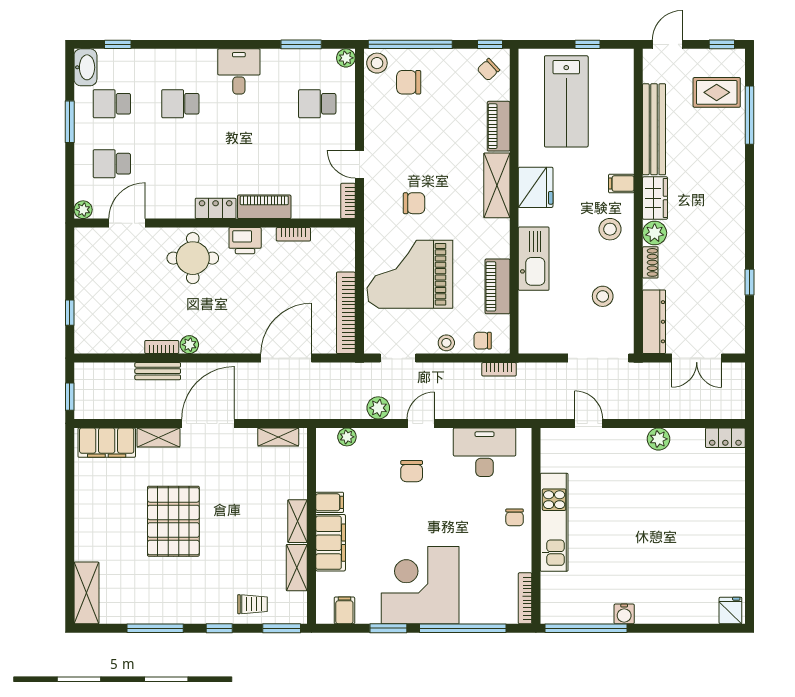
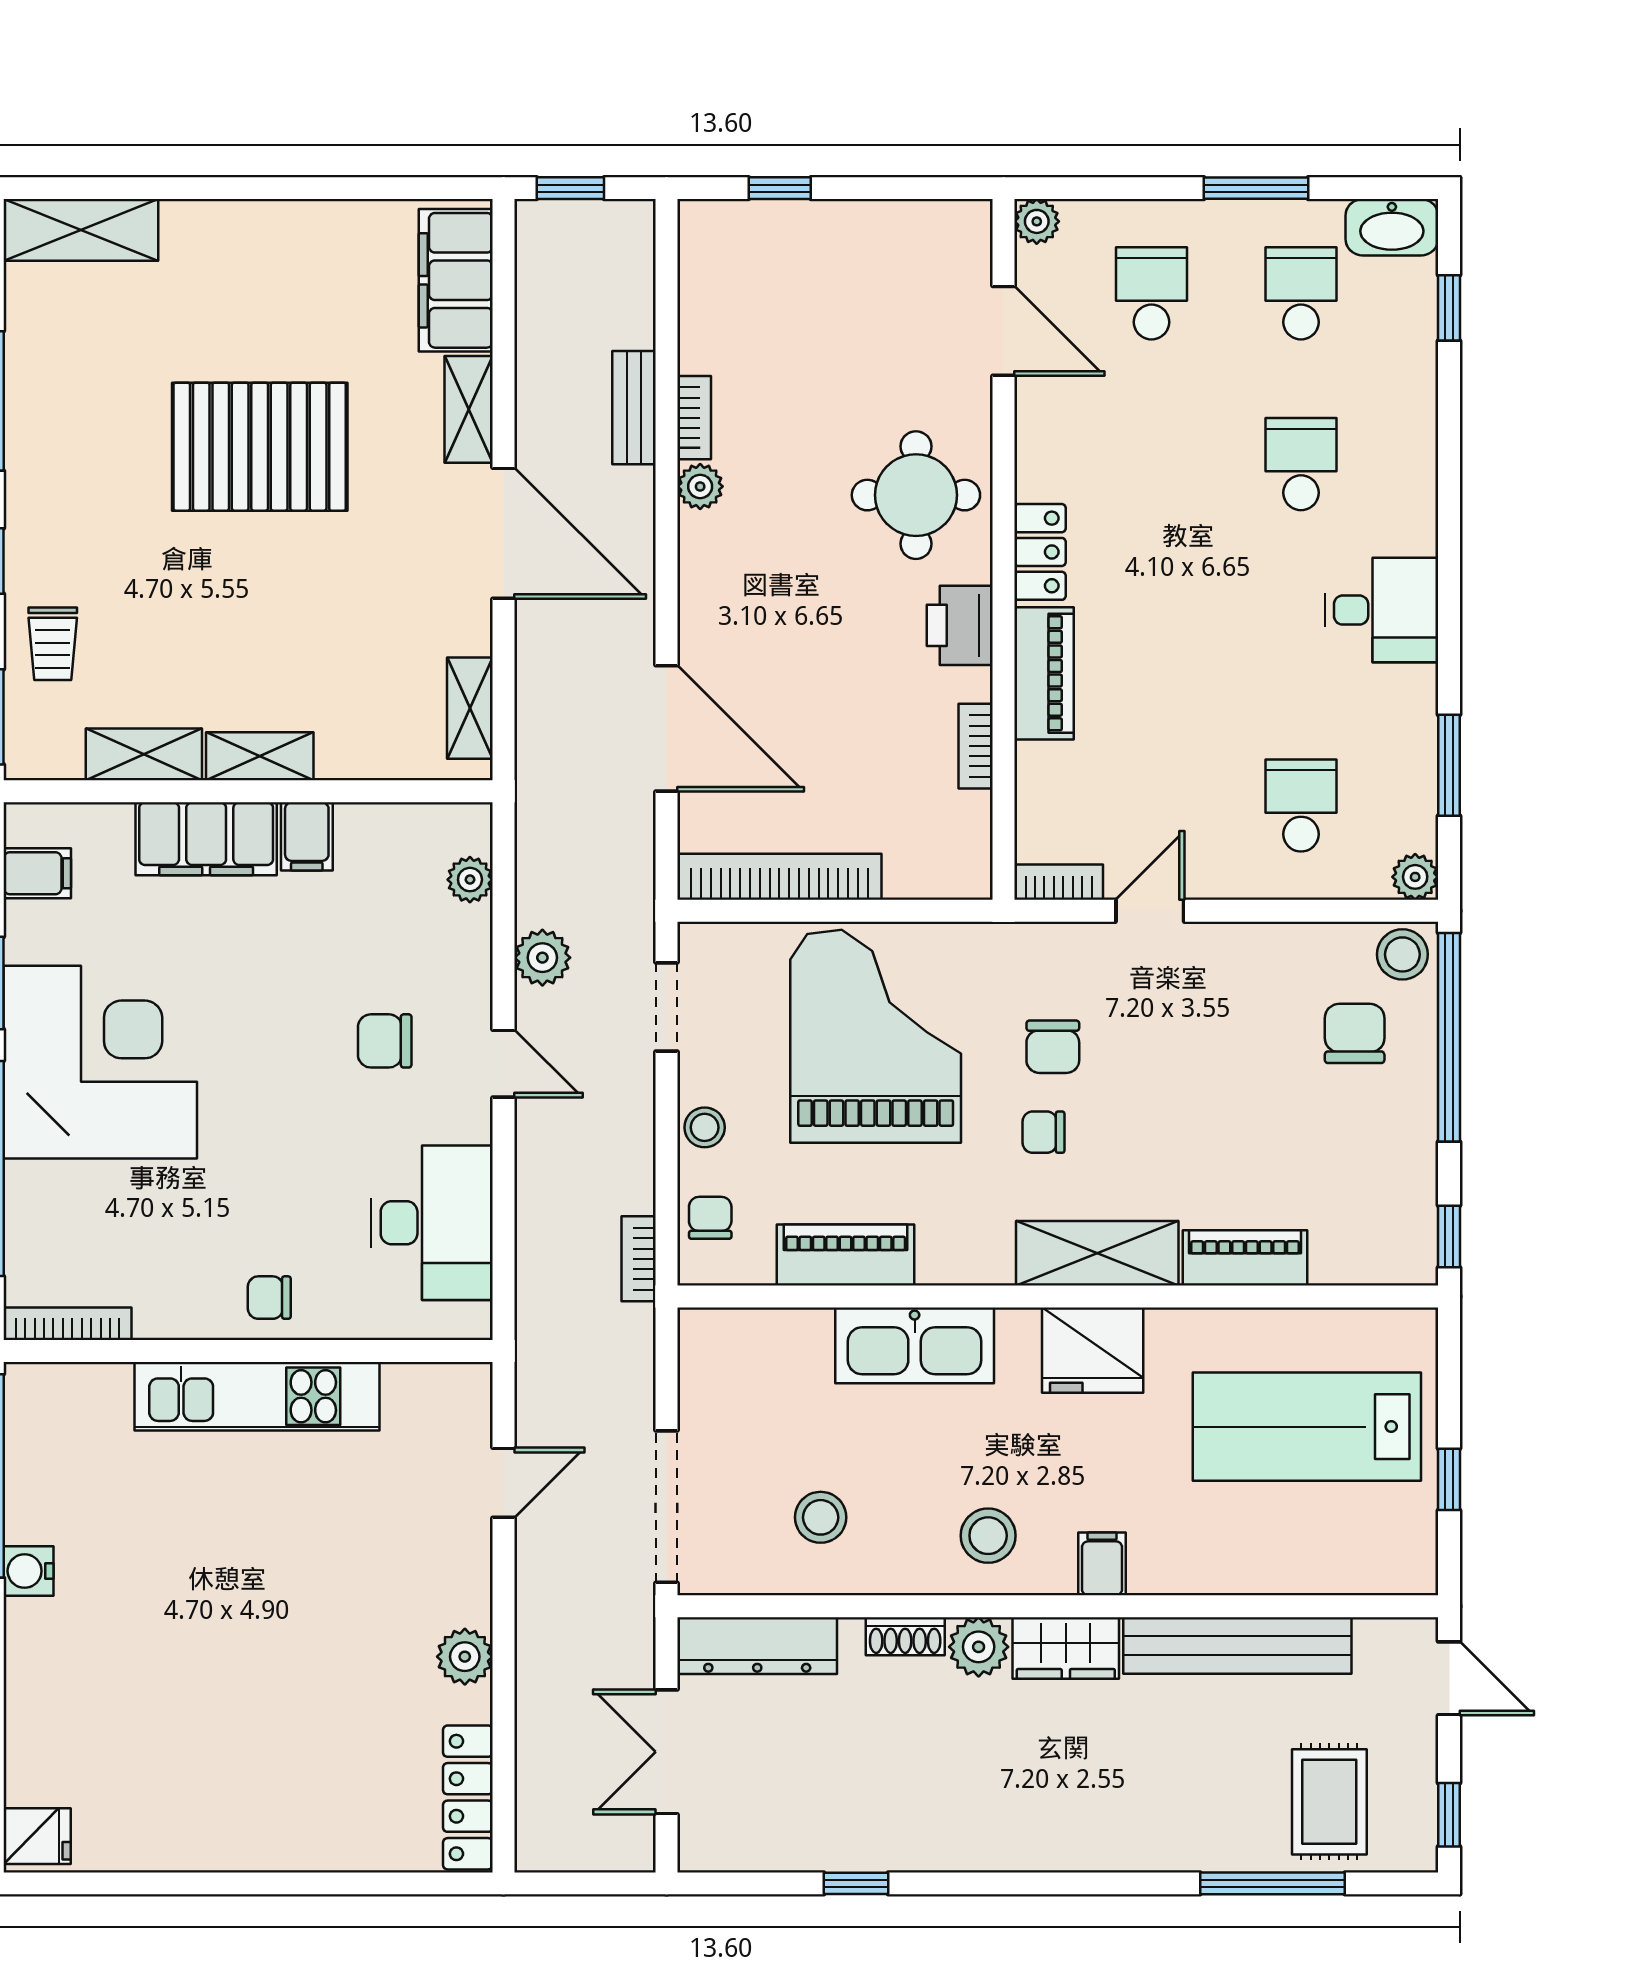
chair: (488, 70) -> (1043, 1132), moved, turned -47
locker: (725, 438) -> (468, 1797), width x1.53

